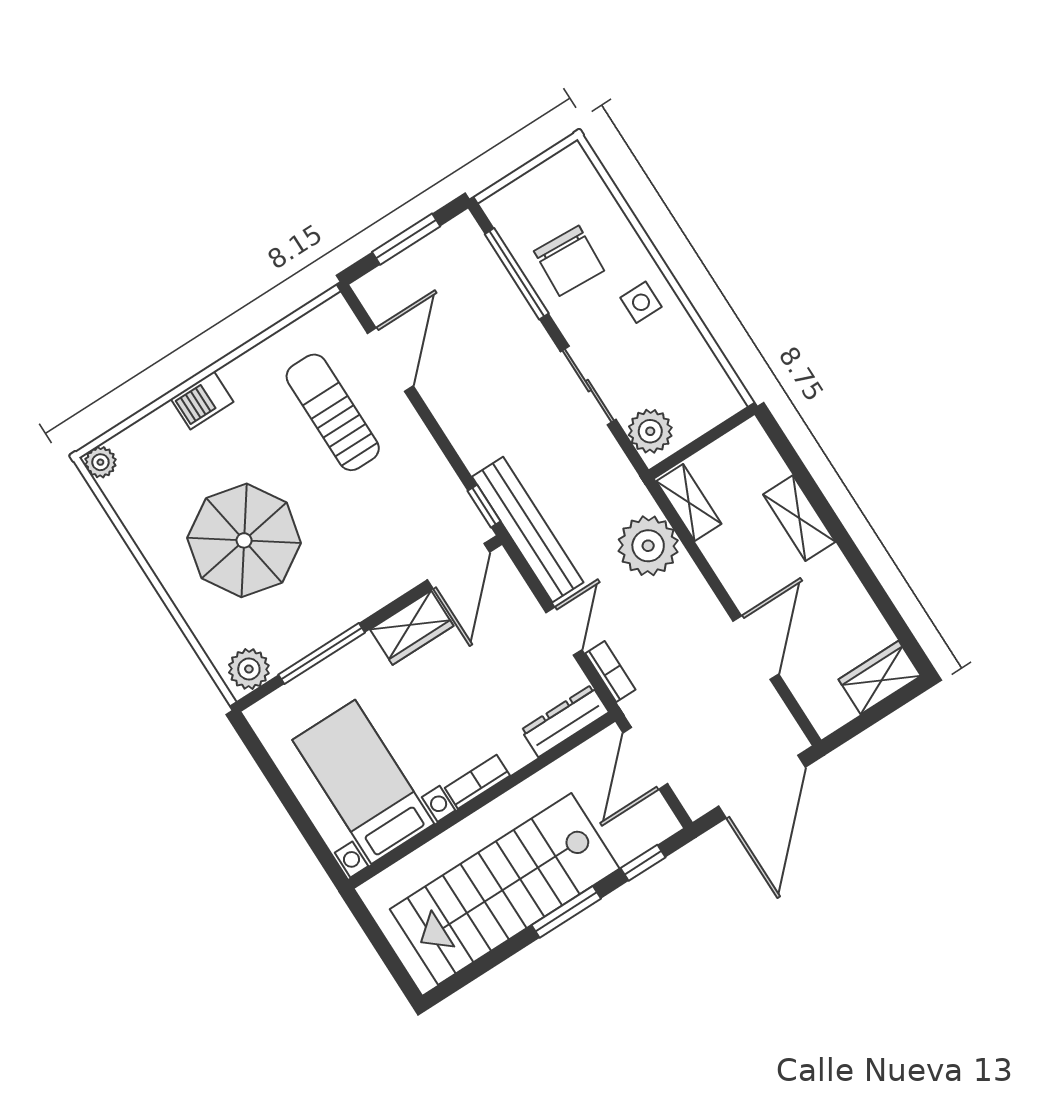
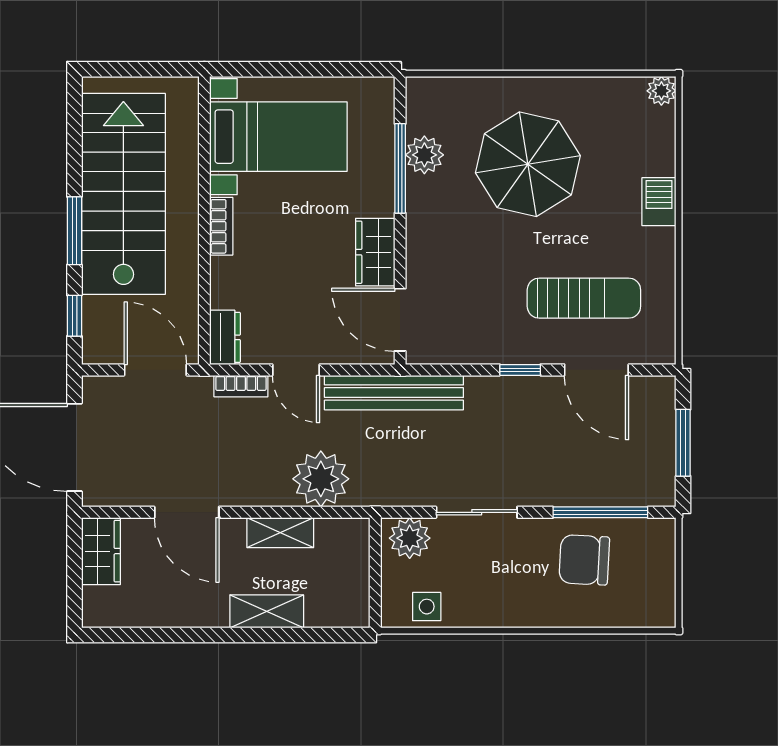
side table: (641, 302) -> (427, 607), moved
shelving: (689, 503) -> (280, 533), moved
window: (484, 506) -> (520, 370), moved
plant: (249, 669) -> (424, 155), moved
wardrobe: (880, 678) -> (101, 551), moved
dresser: (565, 721) -> (225, 337), width x0.70

